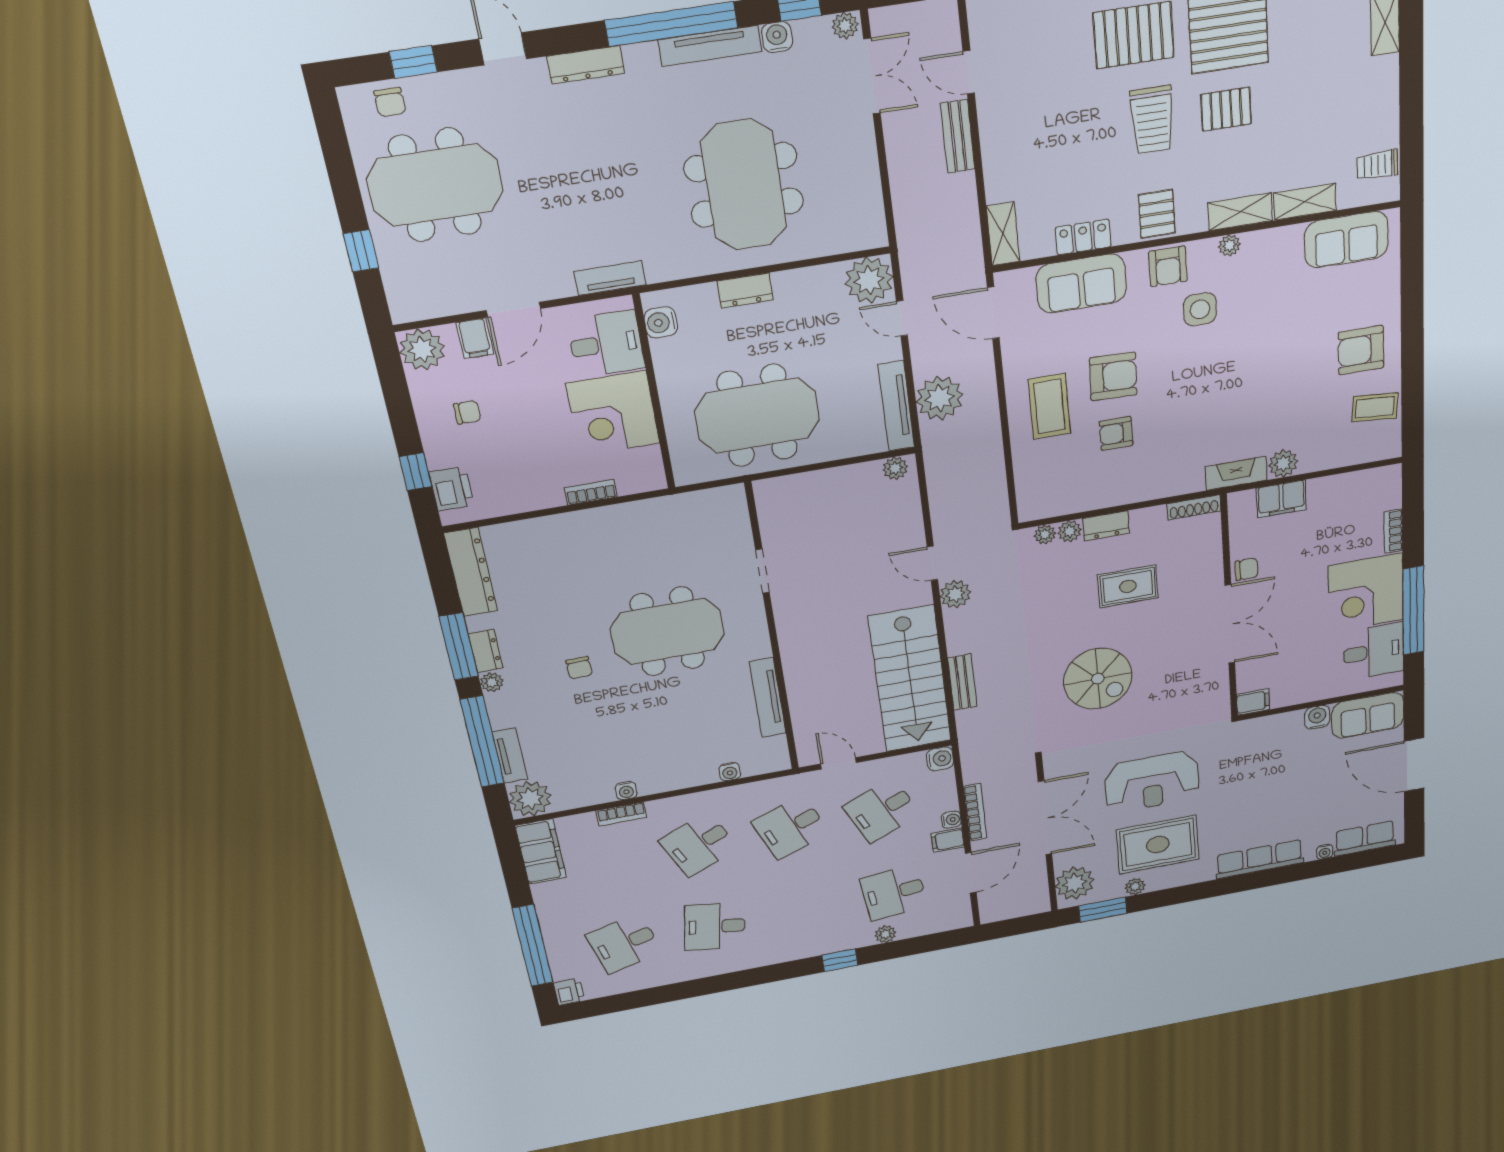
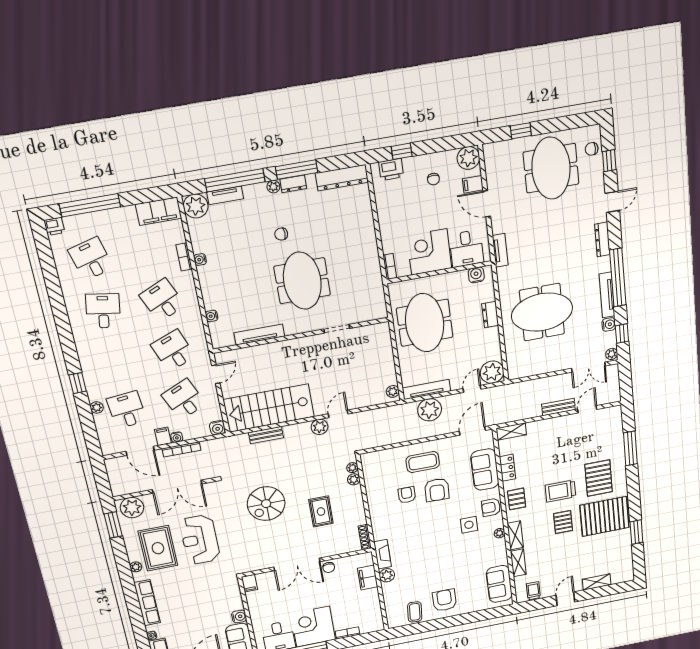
door: (1411, 92) -> (565, 599), added
pallet: (1157, 214) -> (517, 499), turned 90
bookcase: (591, 492) -> (390, 267), moved
dresser: (1106, 526) -> (356, 497), removed
plant: (1135, 887) -> (136, 567), moved

